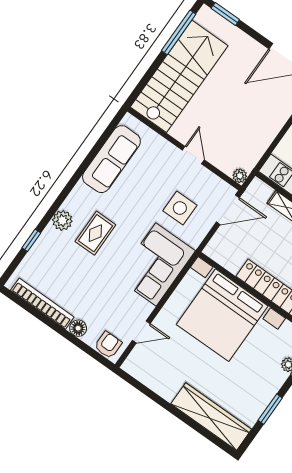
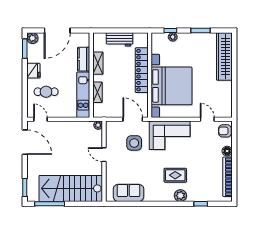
door: (193, 155) -> (104, 155), hinge flipped
sofa: (111, 159) -> (128, 193), width x0.73
door: (228, 210) -> (133, 119), moved

